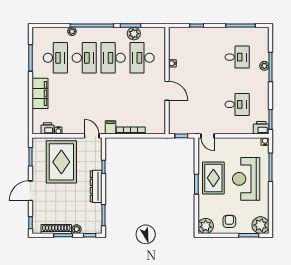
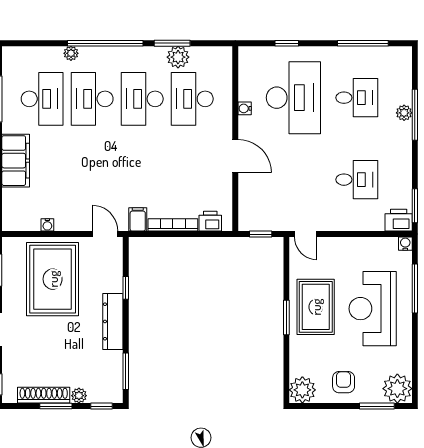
desk: (200, 57) -> (293, 98), added
desk: (84, 58) -> (92, 99), turned 180
printer: (47, 128) -> (210, 221), moved

